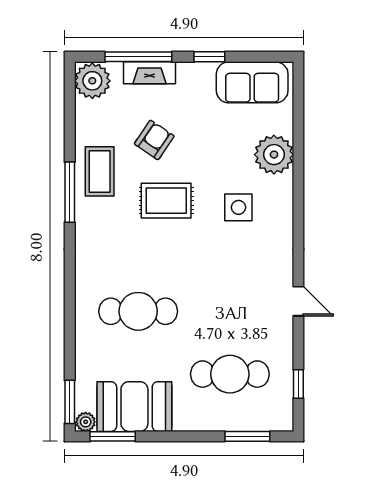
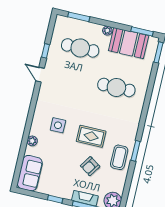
sofa: (252, 82) -> (30, 173), moved, turned 90
plant: (274, 155) -> (32, 141), width x0.53, depth x0.53
window: (70, 192) -> (136, 151), width x0.69
window: (298, 384) -> (46, 51), moved
plant: (86, 422) -> (107, 31), moved

